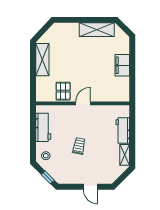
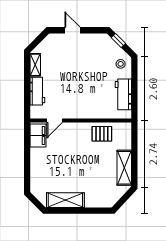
filing cabinet: (122, 65) -> (38, 135), moved
pallet: (63, 91) -> (102, 134), turned 90
door: (83, 103) -> (55, 120), moved
trolley: (79, 146) -> (85, 74), removed

